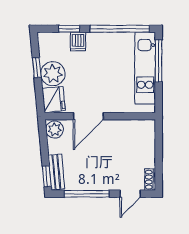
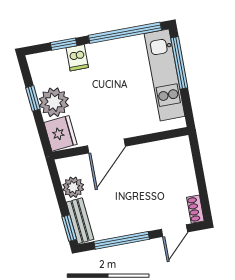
plant: (55, 130) -> (73, 187), moved

